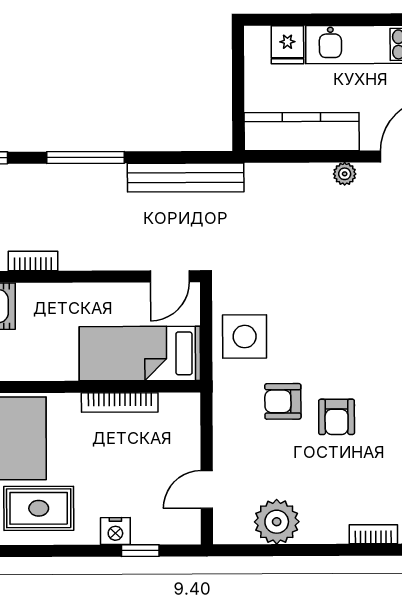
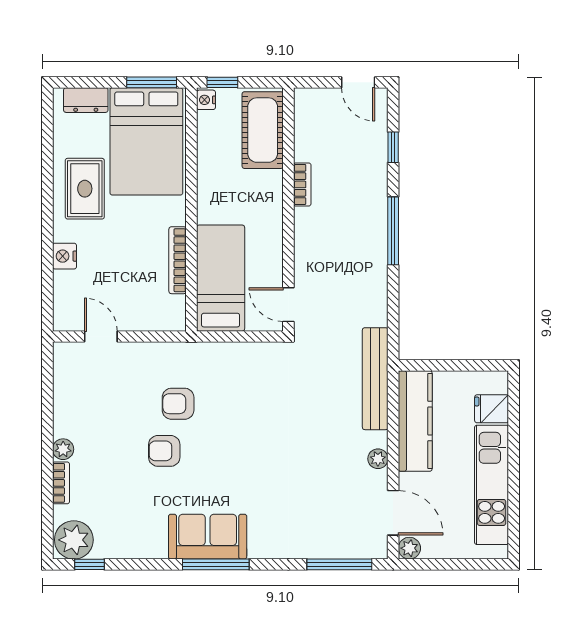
bench: (186, 178) -> (375, 379), moved
side table: (245, 337) -> (235, 370), removed
armchair: (283, 401) -> (178, 404), turned -90
plant: (277, 522) -> (63, 449), moved, width x0.53, depth x0.53
window: (140, 551) -> (47, 278), removed

